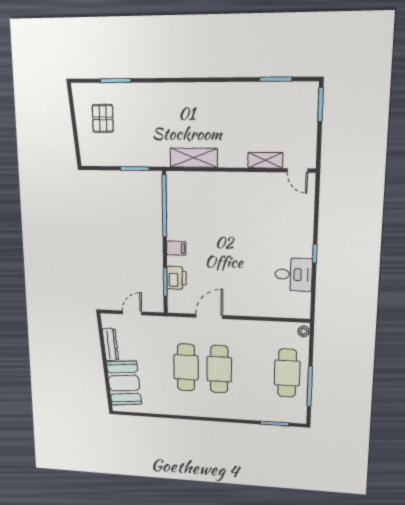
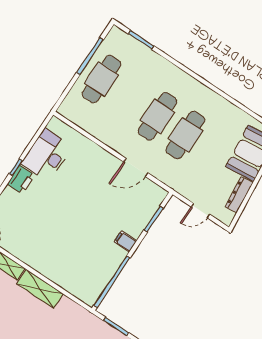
shelving: (194, 158) -> (40, 289), moved
desk: (294, 275) -> (47, 155), width x1.37
printer: (177, 278) -> (21, 180), moved, turned 180
plant: (304, 331) -> (65, 107), removed

